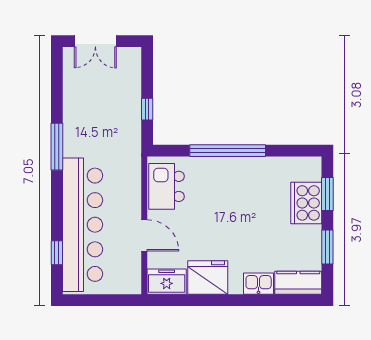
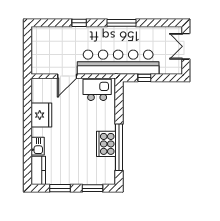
window: (228, 151) -> (119, 147), moved
cooker: (306, 203) -> (106, 144), moved, turned -90
bar counter: (83, 225) -> (118, 62), moved, turned 180
window: (57, 253) -> (79, 23), moved
freezer: (167, 282) -> (39, 90), removed

